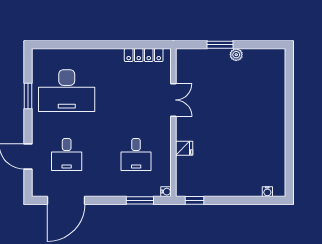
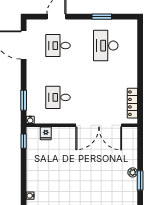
window: (220, 45) -> (140, 180), moved
desk: (67, 91) -> (106, 46), width x0.73, depth x0.77
double door: (173, 100) -> (99, 125), width x1.87
fridge: (184, 148) -> (46, 133), moved

